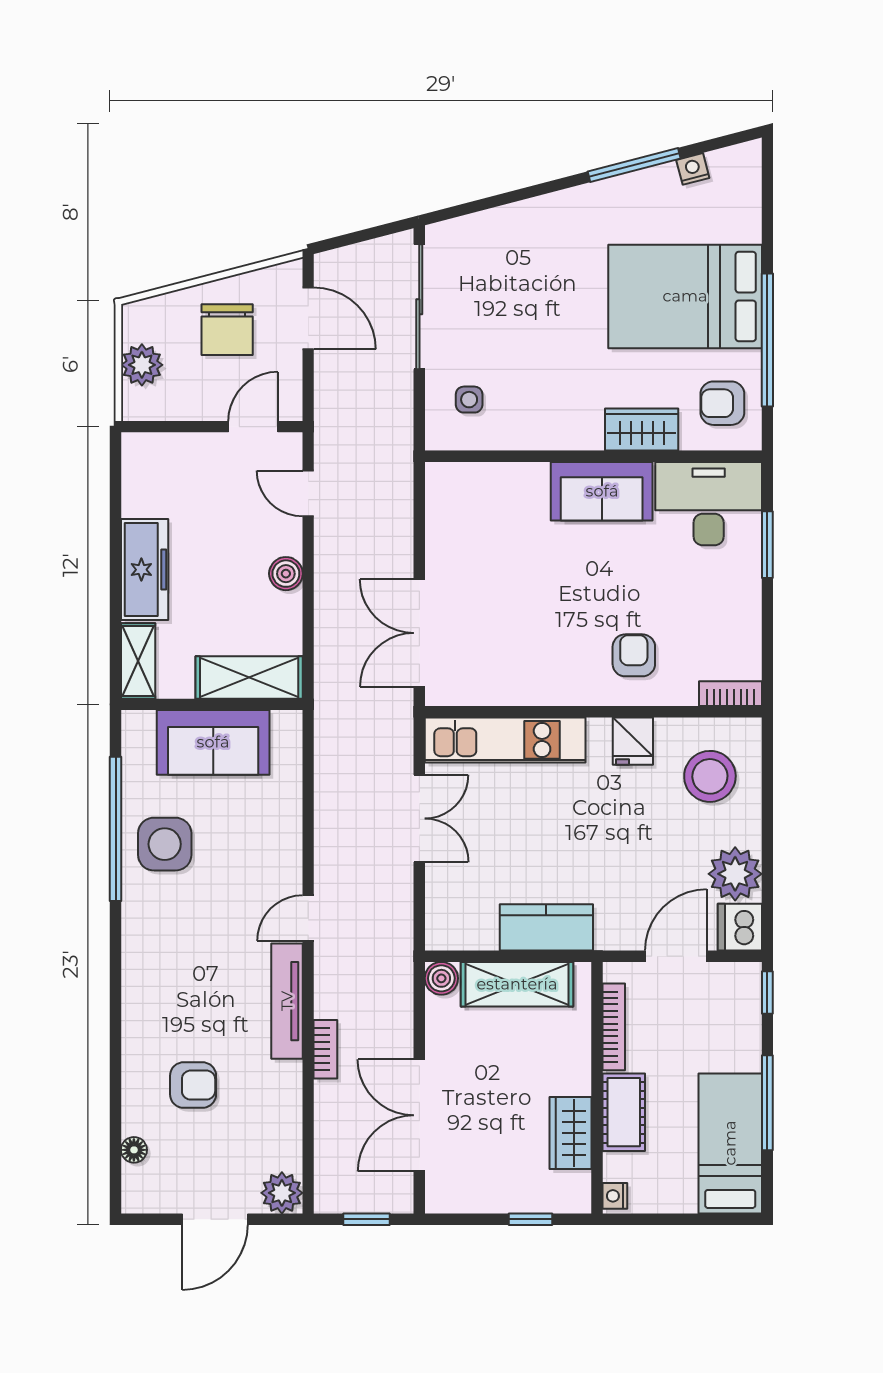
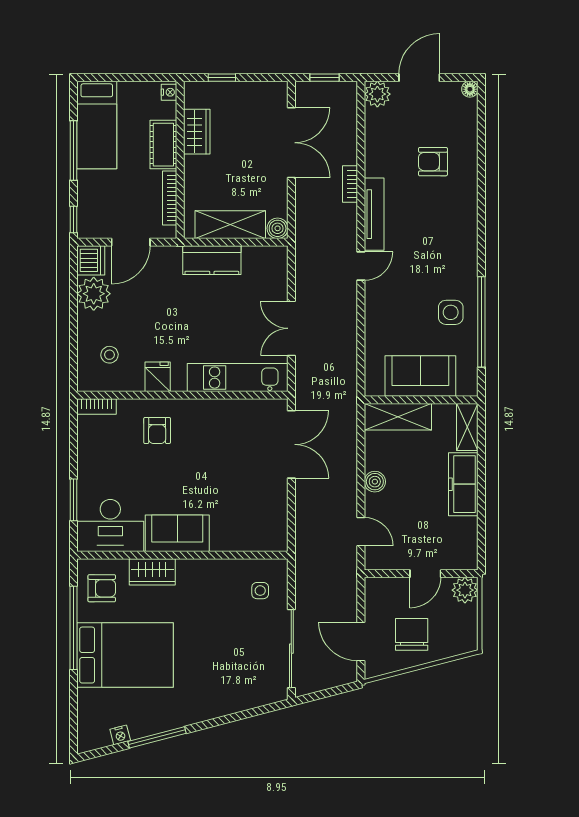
plant: (142, 365) -> (465, 590), moved
door: (253, 427) -> (425, 574), moved
stool: (710, 776) -> (109, 355), width x0.53, depth x0.53
side table: (165, 844) -> (451, 312), width x0.73, depth x0.73
floor lamp: (134, 1150) -> (470, 89), moved

